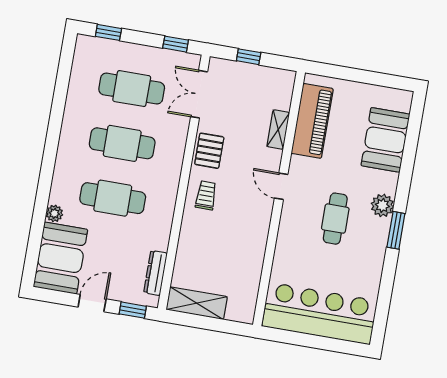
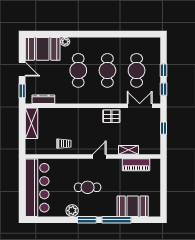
window: (108, 32) -> (163, 70), moved
piano: (312, 121) -> (136, 165), width x0.73, depth x0.75
window: (406, 175) -> (116, 220), added
trolley: (206, 195) -> (64, 144), moved
plant: (382, 205) -> (72, 211), moved

